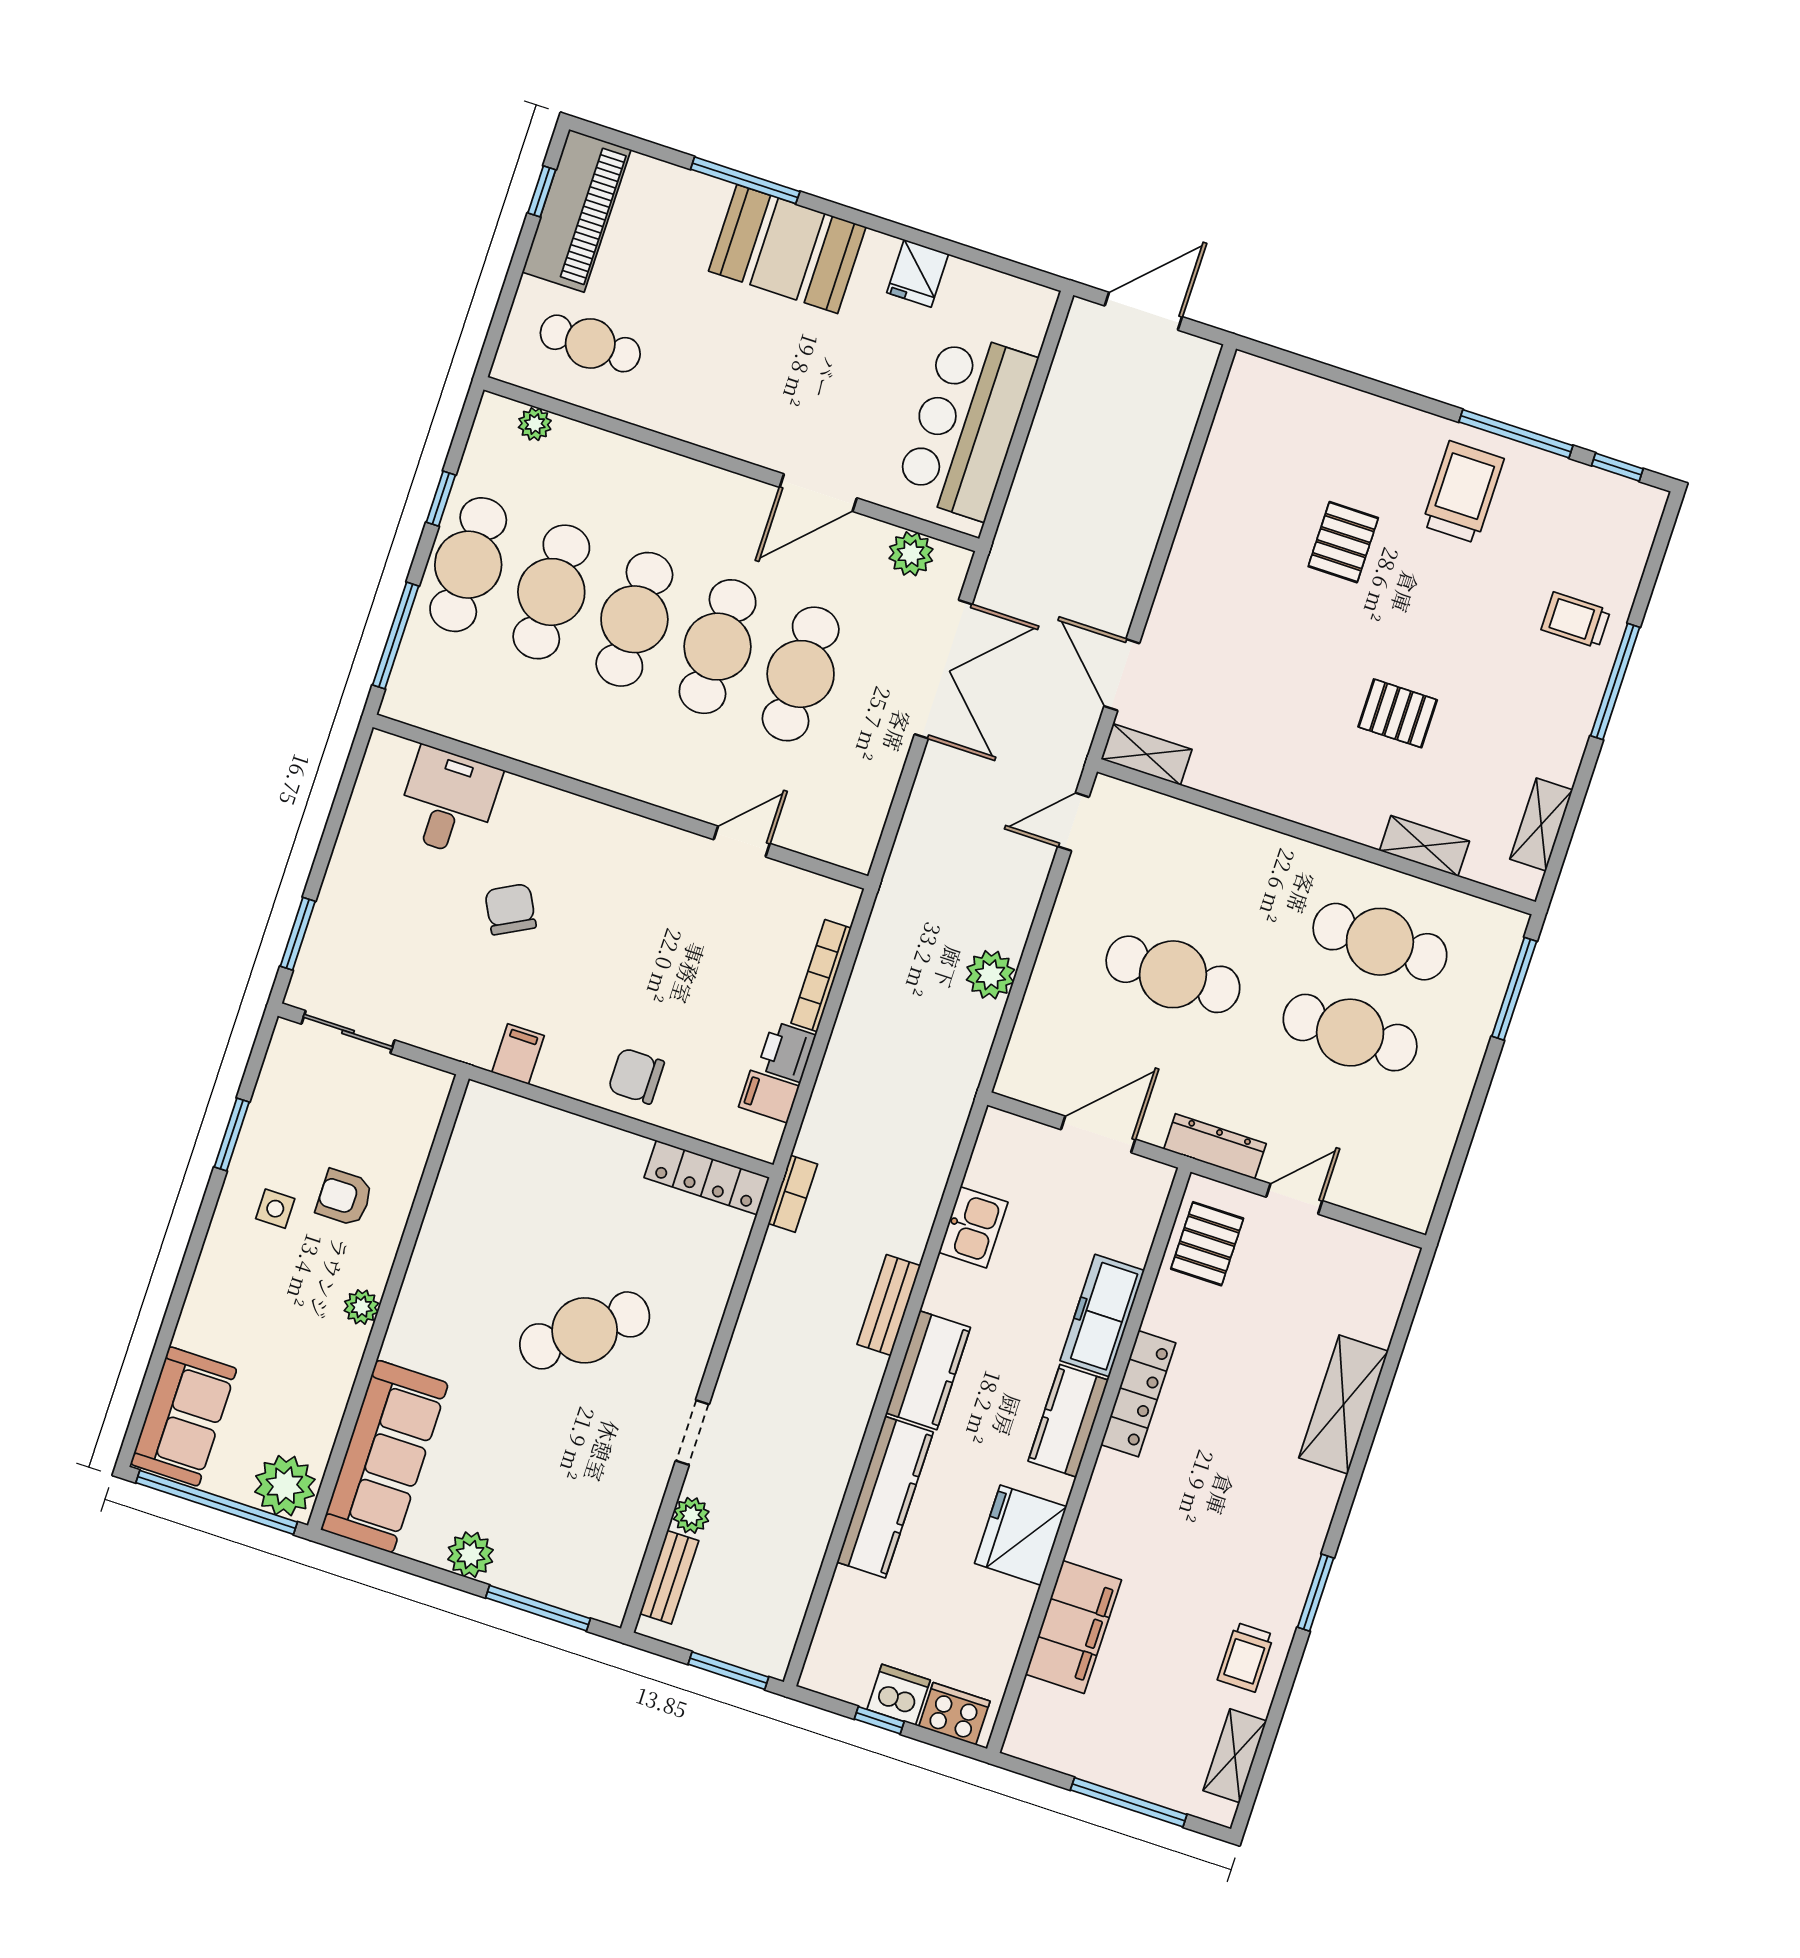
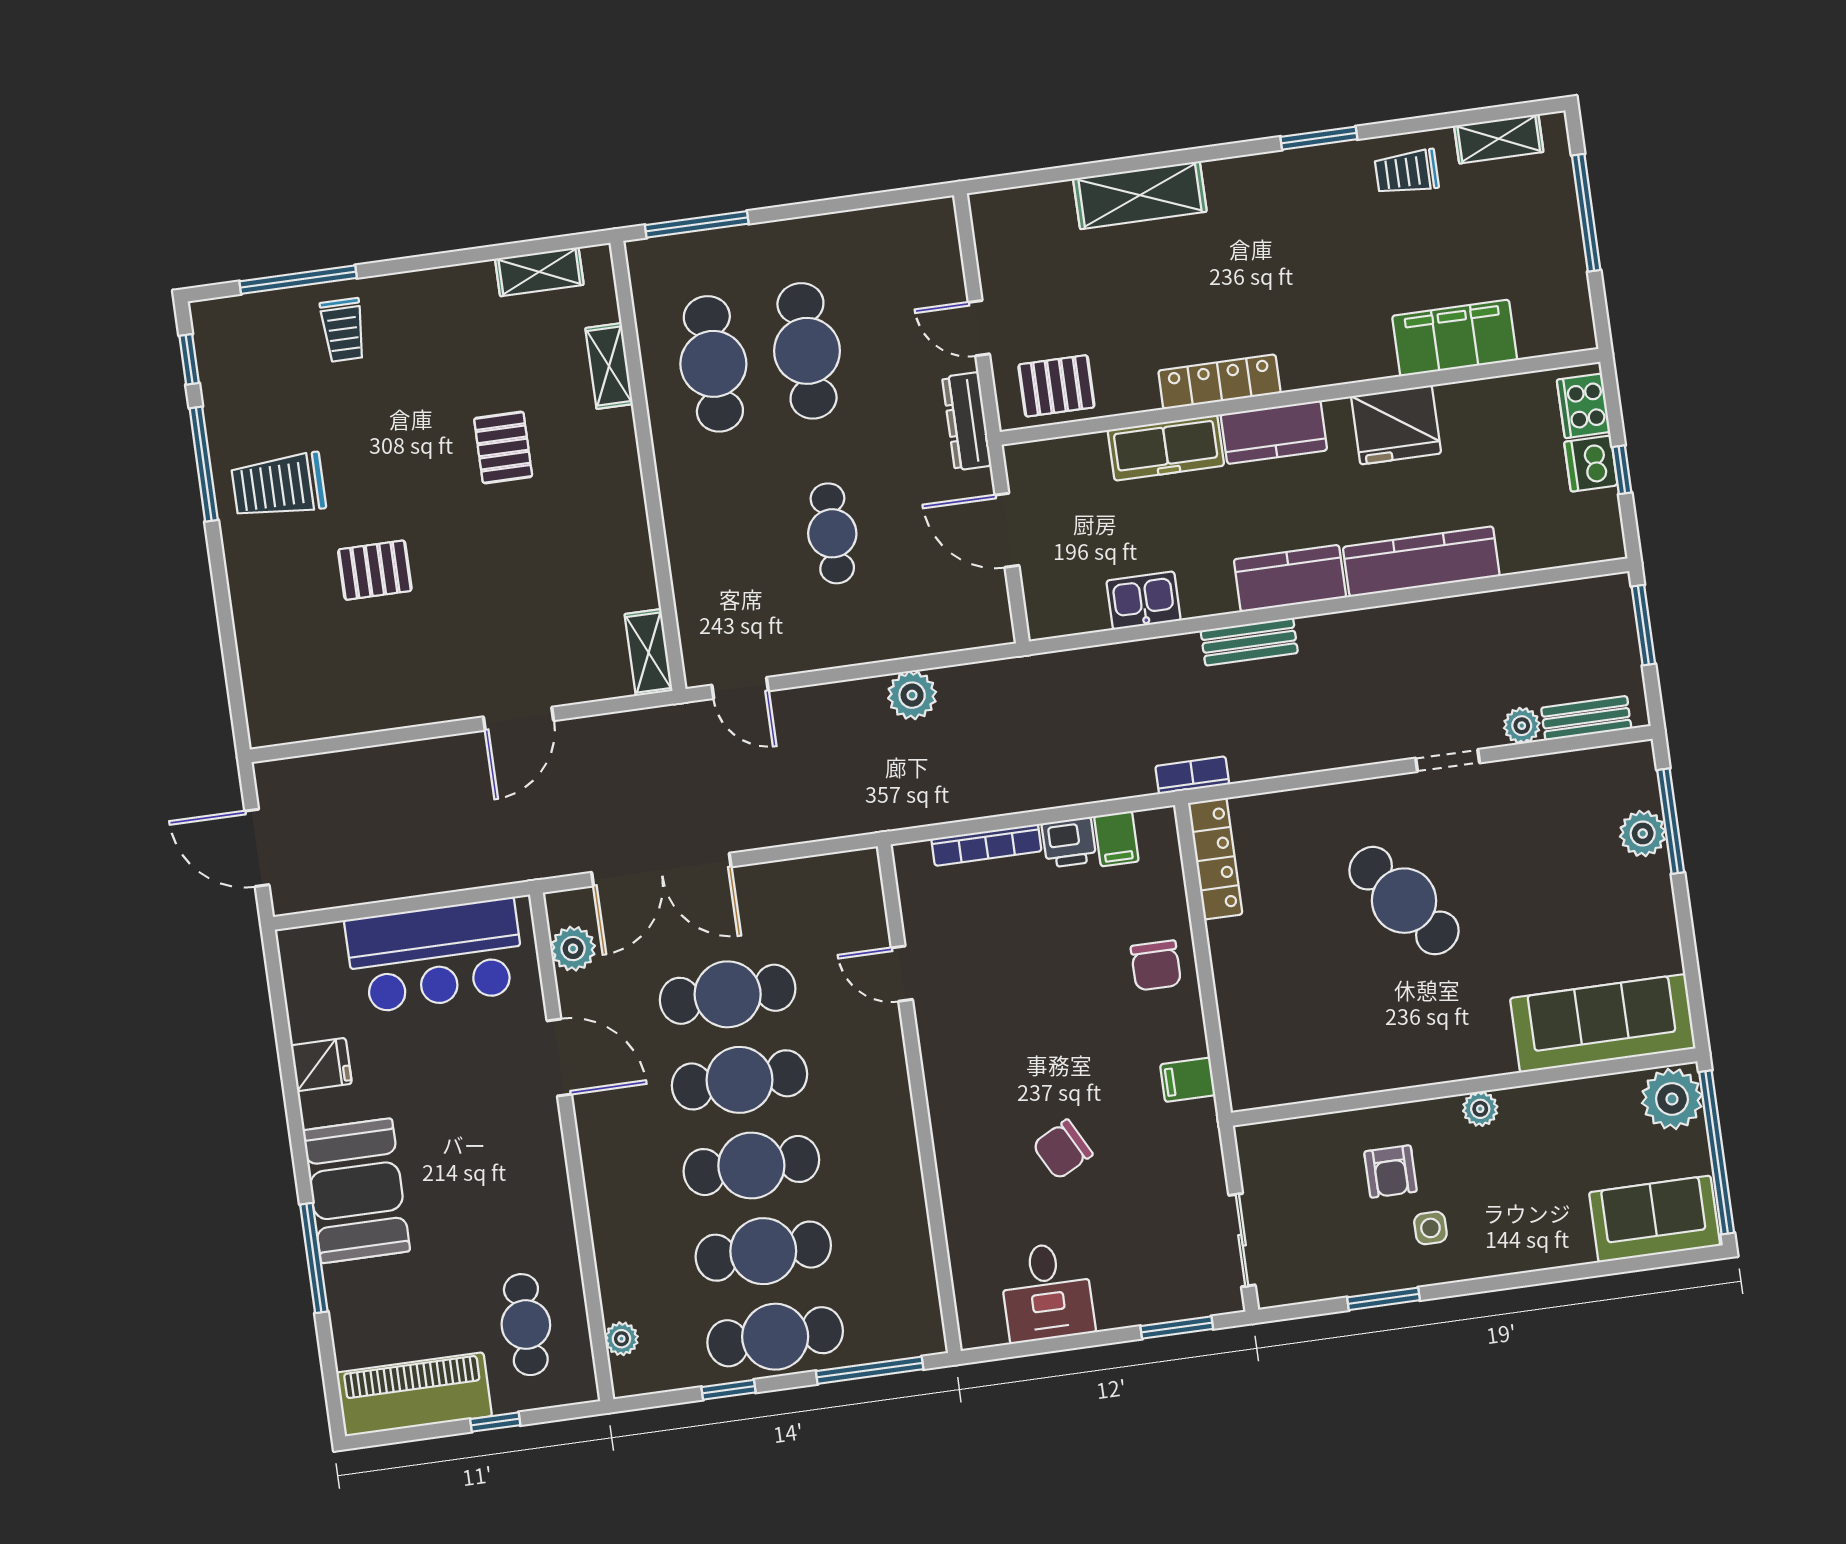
window: (542, 191) -> (495, 1422), moved
double door: (943, 669) -> (661, 870), swing flipped
door: (1122, 675) -> (519, 719), moved
window: (1615, 682) -> (298, 280), moved
desk: (448, 802) -> (1047, 1292), moved, turned -90
cafe table: (1173, 974) -> (832, 533), width x0.73, depth x0.74
plant: (470, 1555) -> (1643, 834), moved
trolley: (1246, 1657) -> (1407, 172), turned 180

